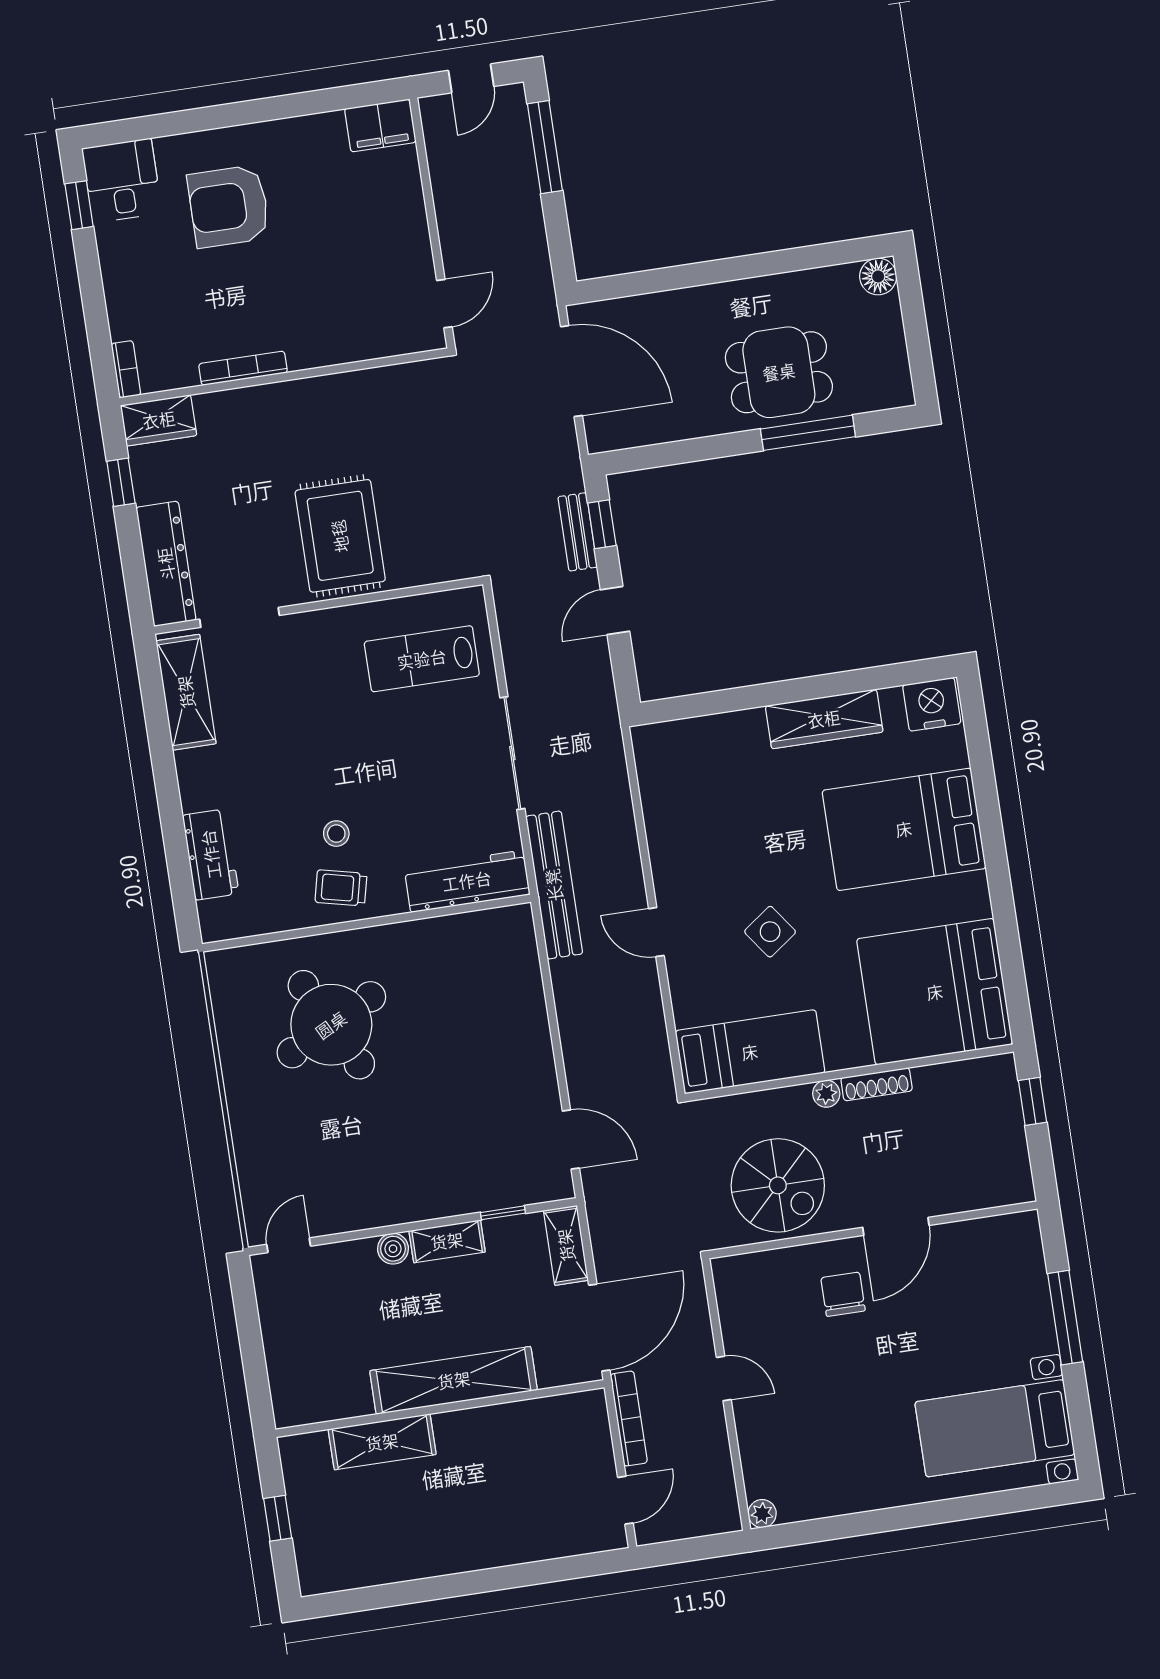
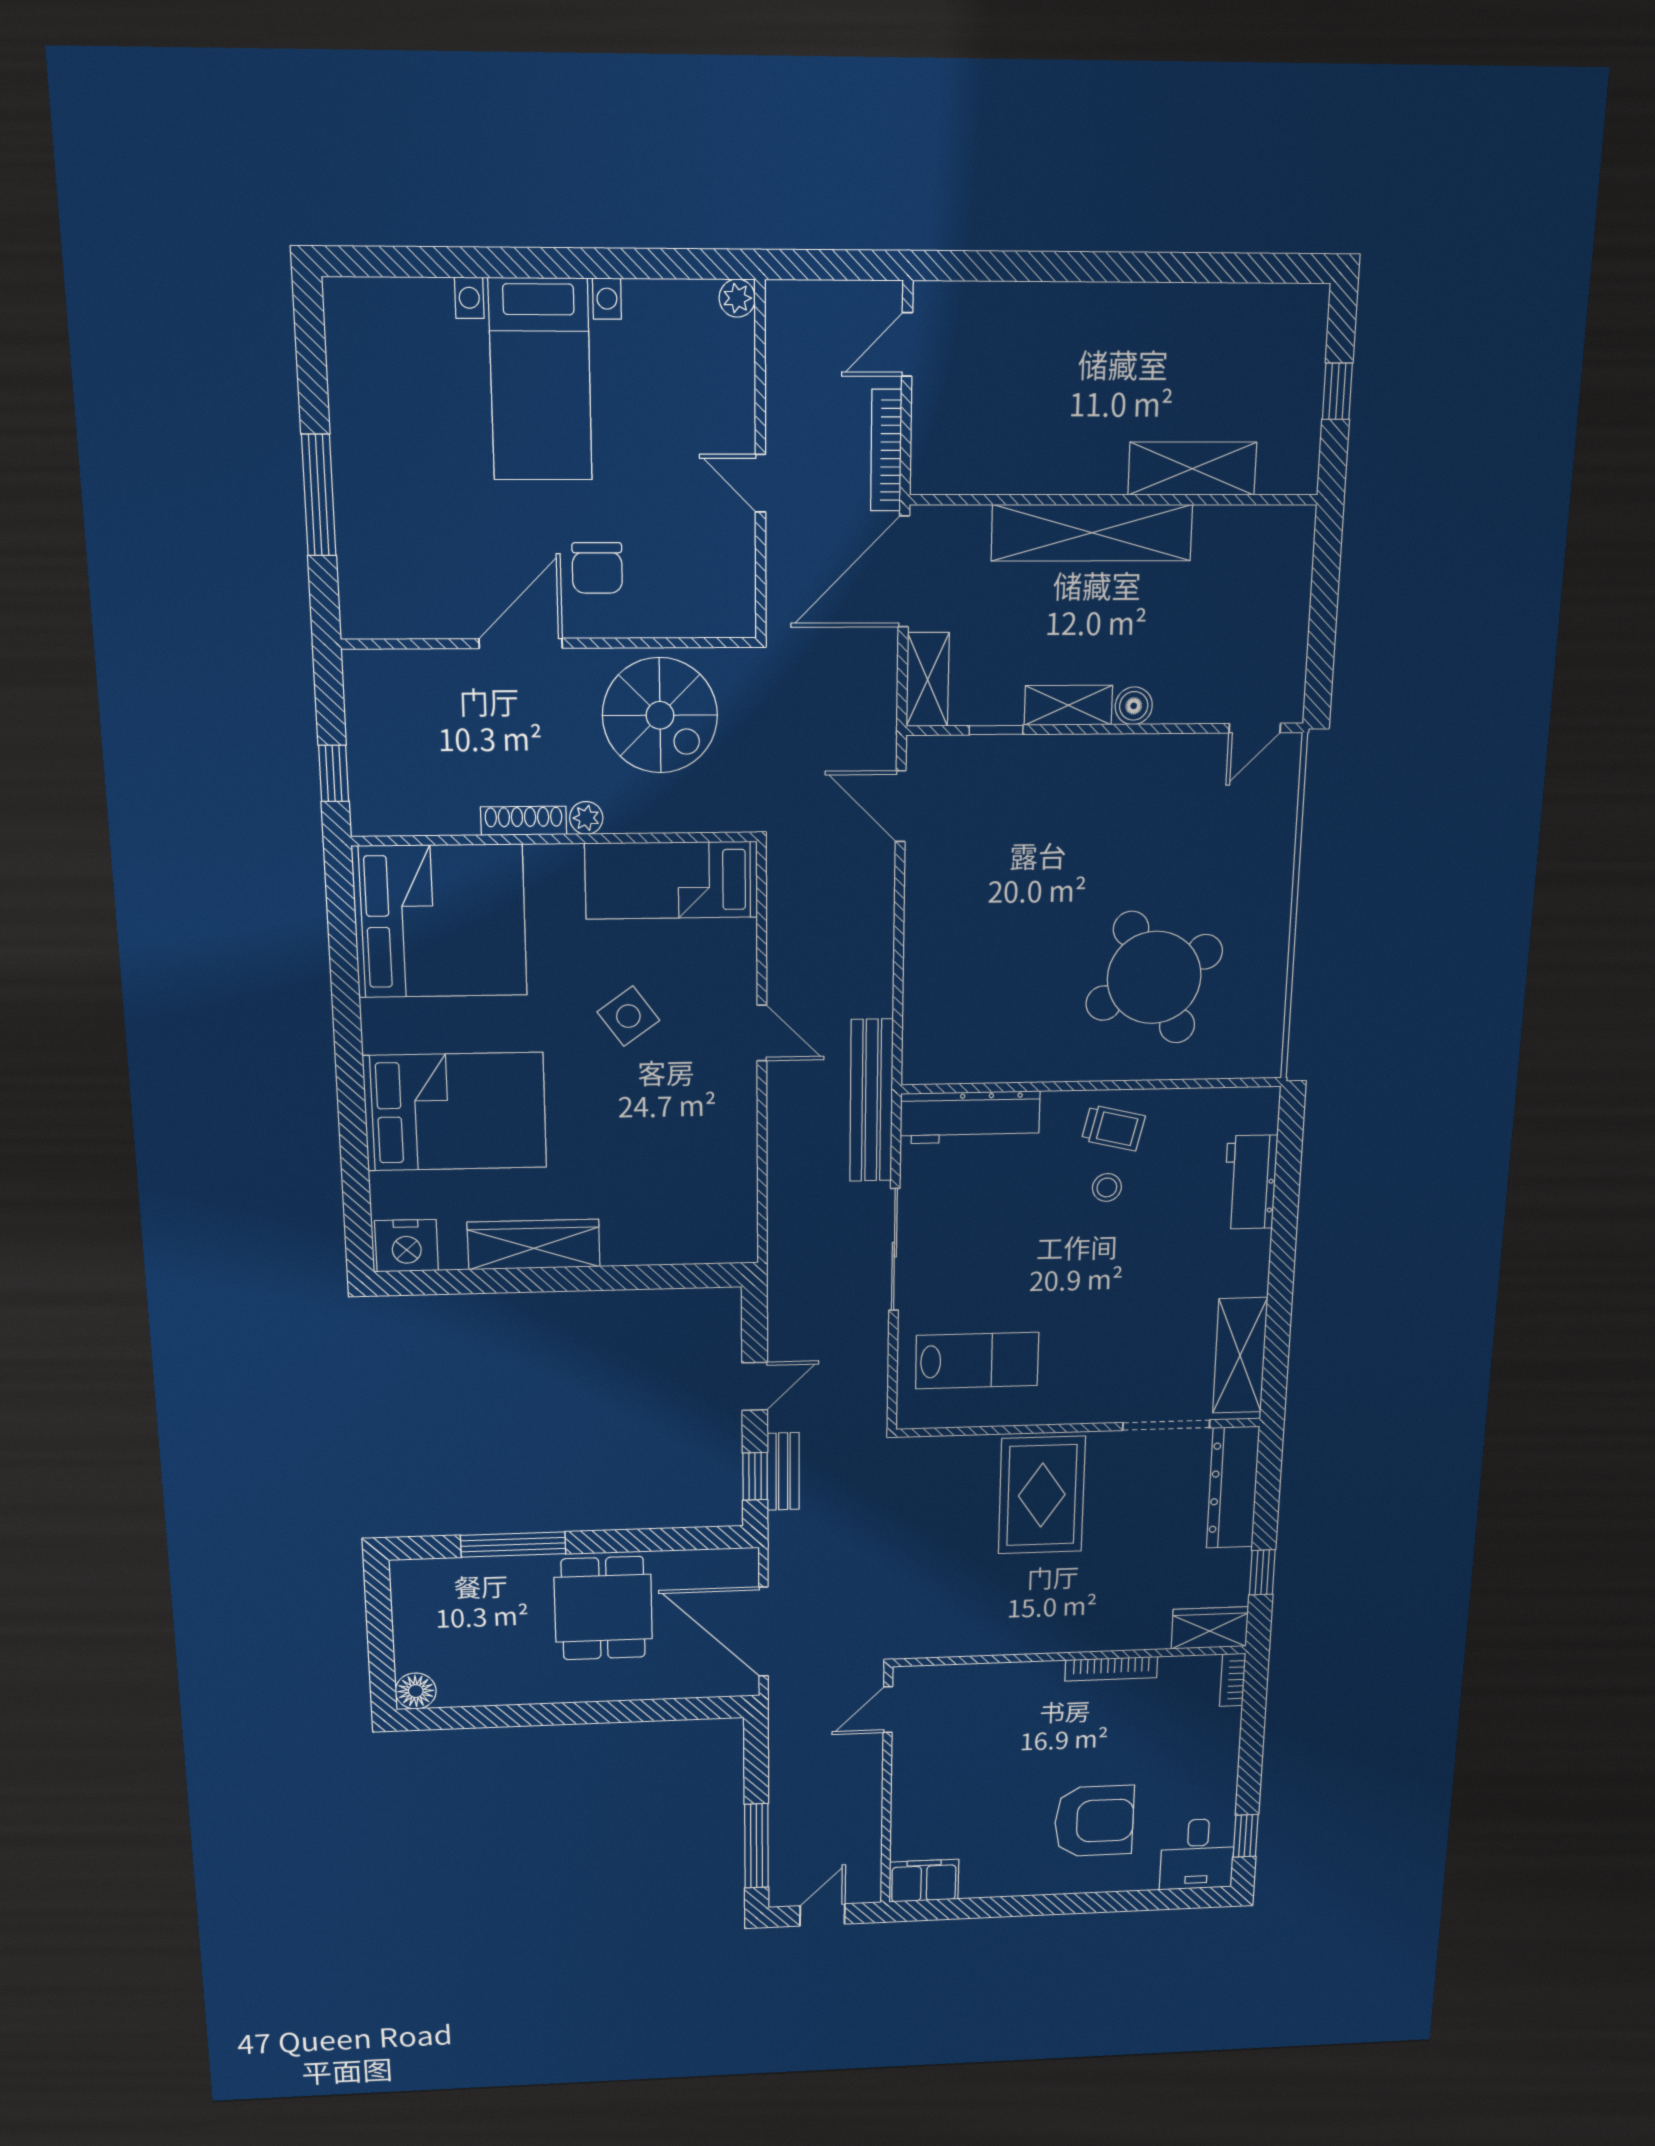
dining table: (779, 372) -> (603, 1608), moved, turned 90
spiral stairs: (778, 1185) -> (660, 715), turned 180
bed with nightstands: (995, 1428) -> (541, 380), moved, turned 90

